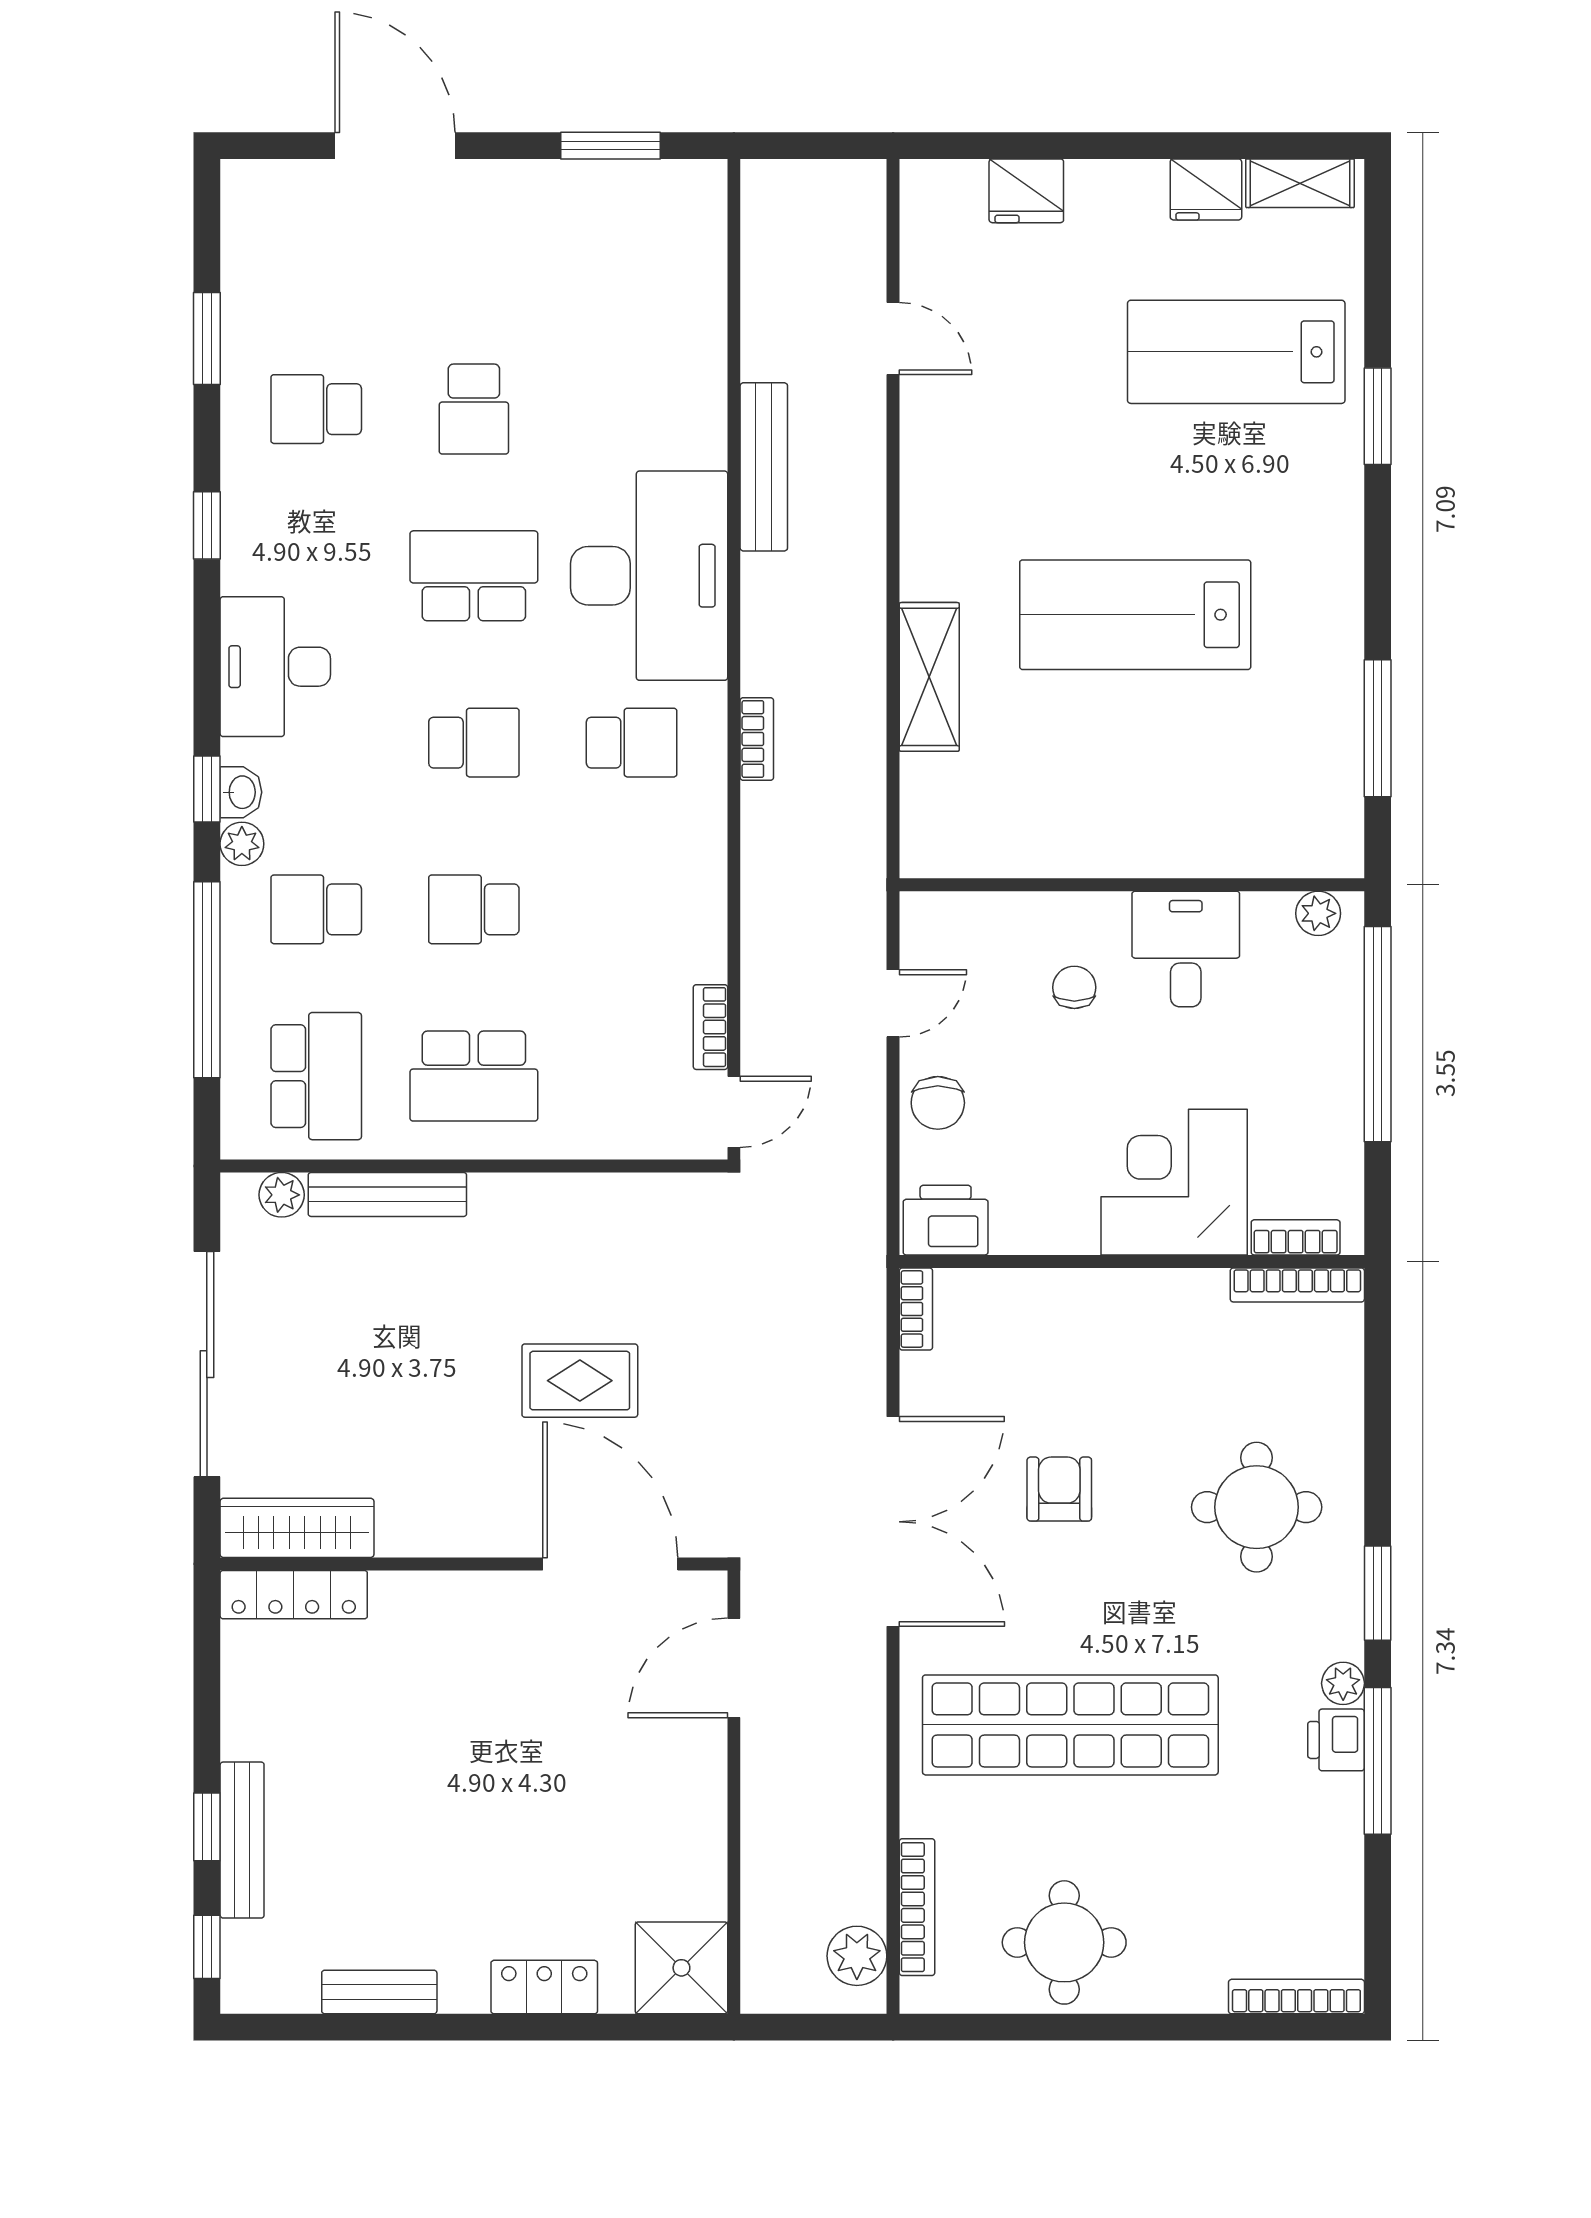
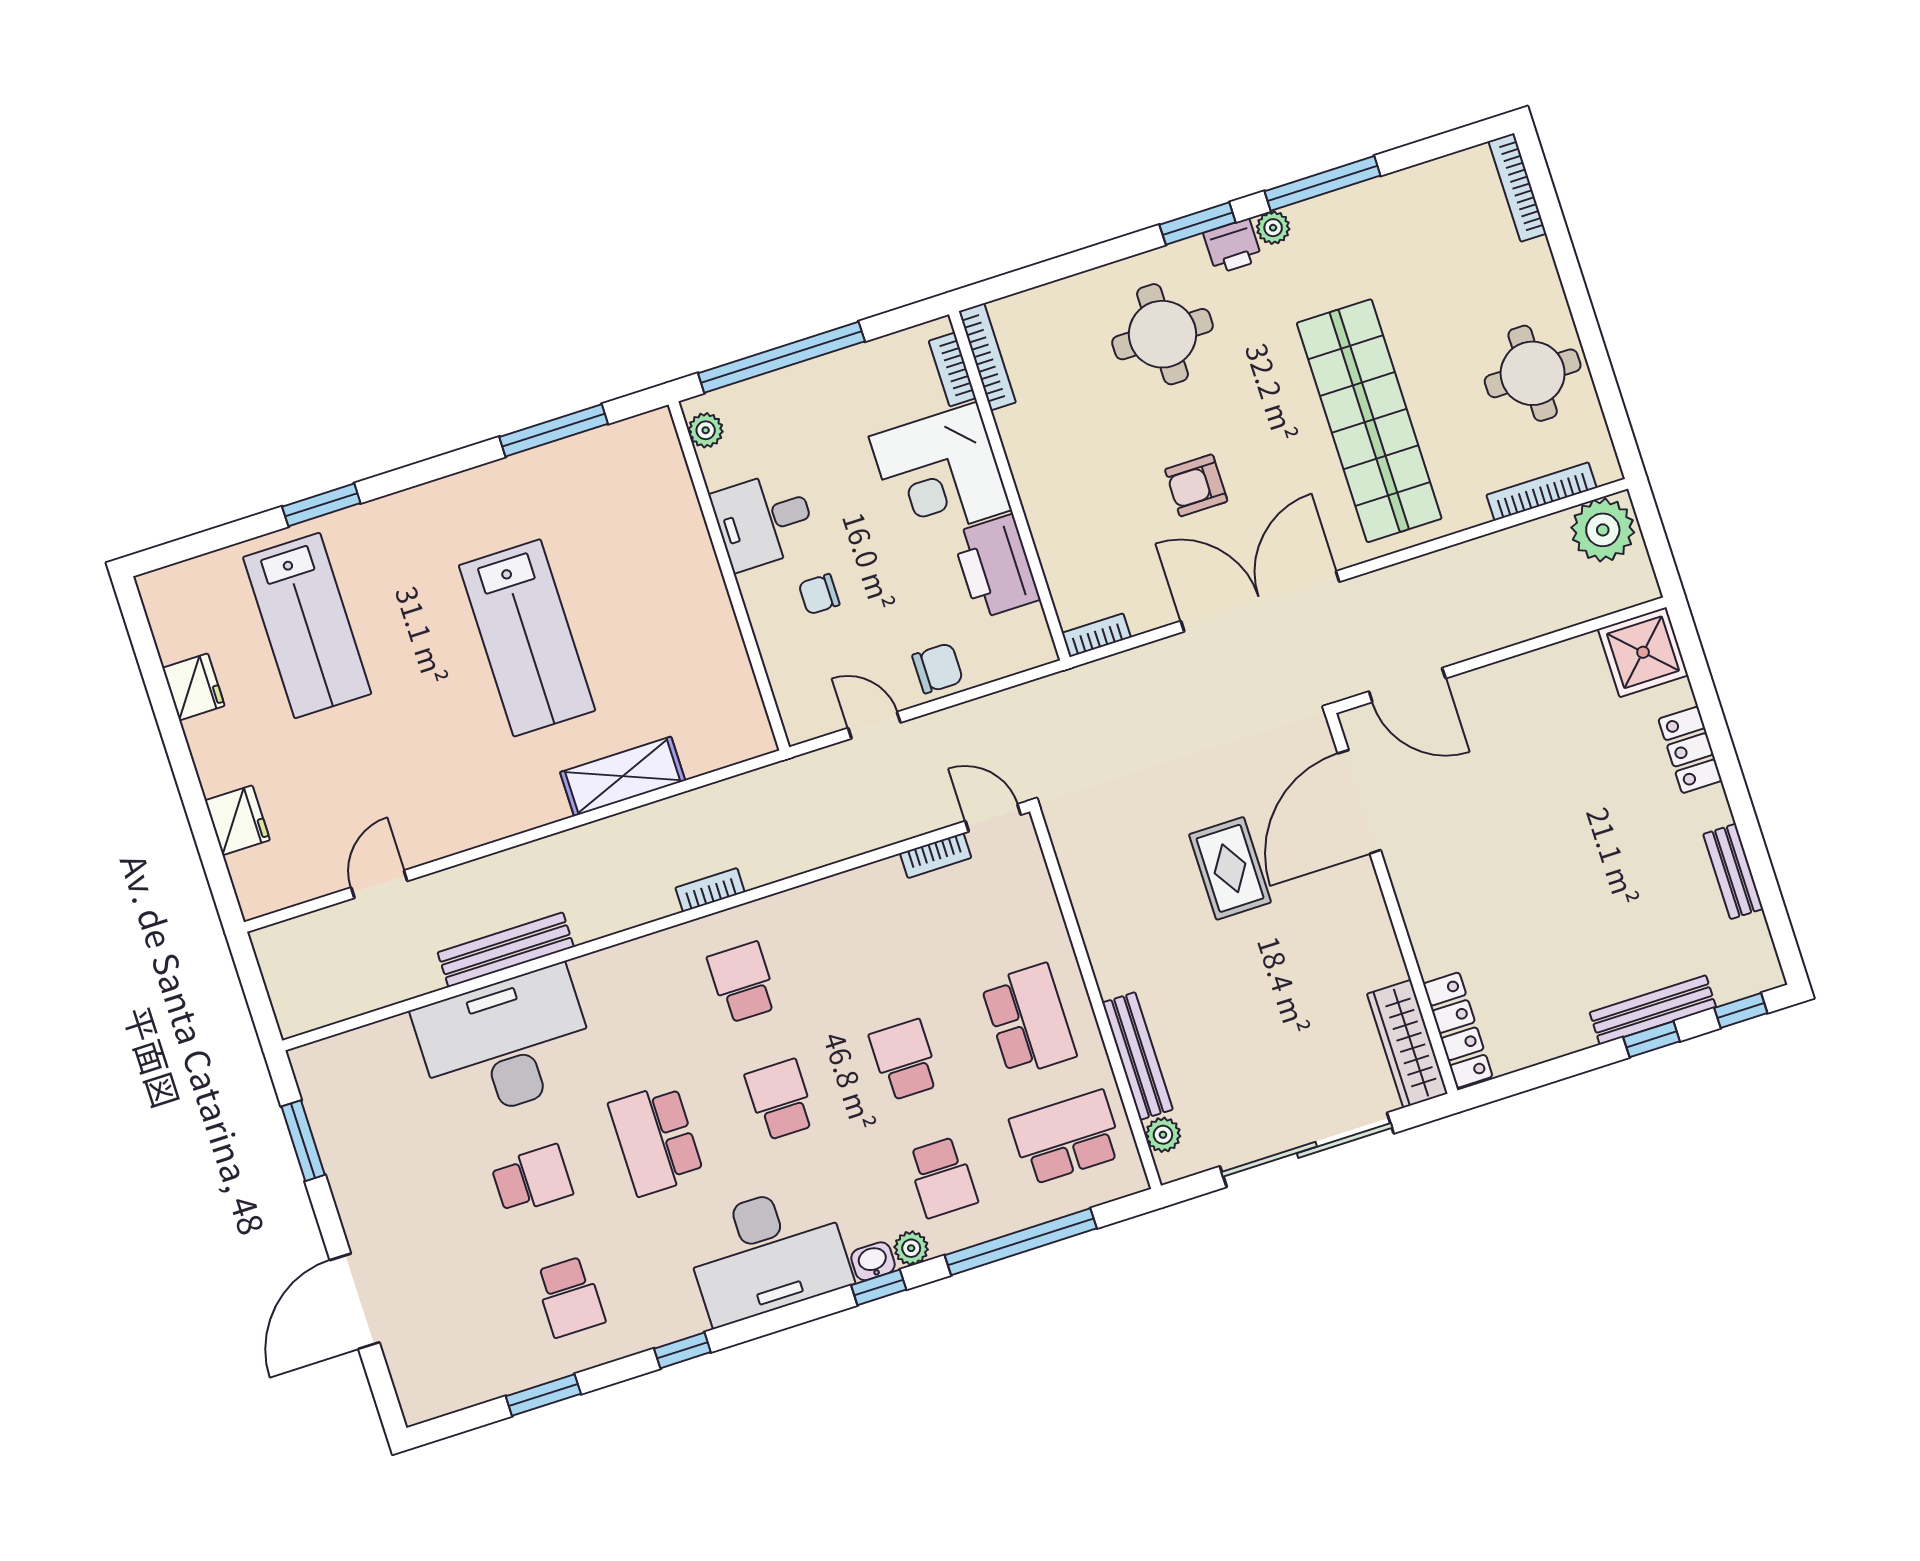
shelving: (1300, 183) -> (166, 618), removed
desk: (649, 576) -> (506, 1044), moved
desk: (275, 667) -> (767, 1253), width x1.36, depth x1.30
school desk: (474, 909) -> (905, 1060), turned 180
printer: (946, 1220) -> (996, 567), moved, width x1.37, depth x1.19
printer: (1336, 1740) -> (1233, 246), moved
plant: (857, 1956) -> (1603, 530), width x1.36, depth x1.36

